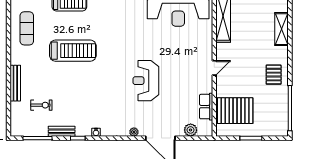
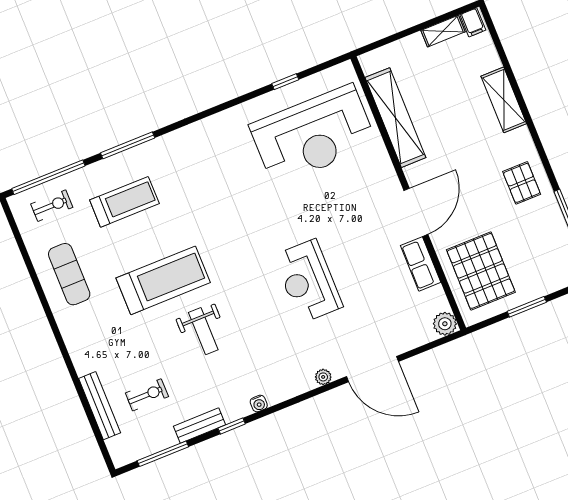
door: (214, 68) -> (416, 212), width x1.87
bench: (15, 83) -> (100, 406), moved
weight bench: (83, 84) -> (203, 331), added
row of seats: (206, 107) -> (421, 264), moved
pallet: (235, 111) -> (481, 271), turned 90
plant: (191, 130) -> (445, 324), moved

